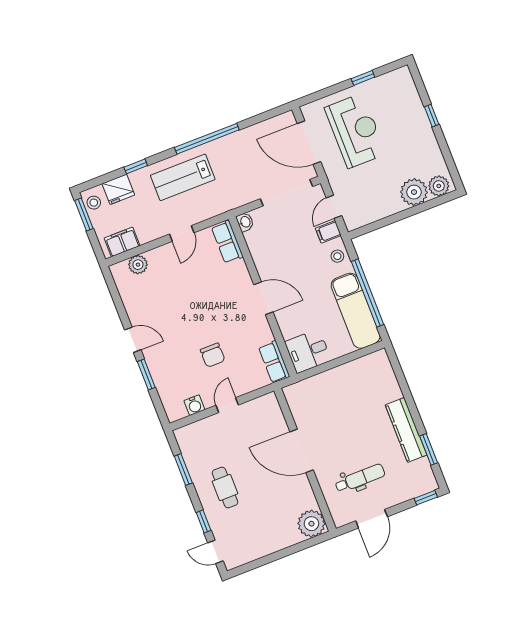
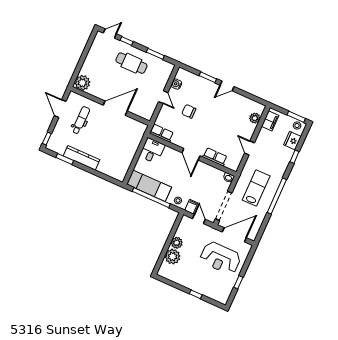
lab bench: (183, 177) -> (256, 188), moved
plant: (439, 186) -> (177, 243), moved
row of seats: (227, 242) -> (215, 157), moved
door: (263, 298) -> (191, 154), hinge flipped
dental chair: (360, 478) -> (81, 120), turned 180
cafe table: (225, 487) -> (131, 63), width x1.37, depth x1.35

